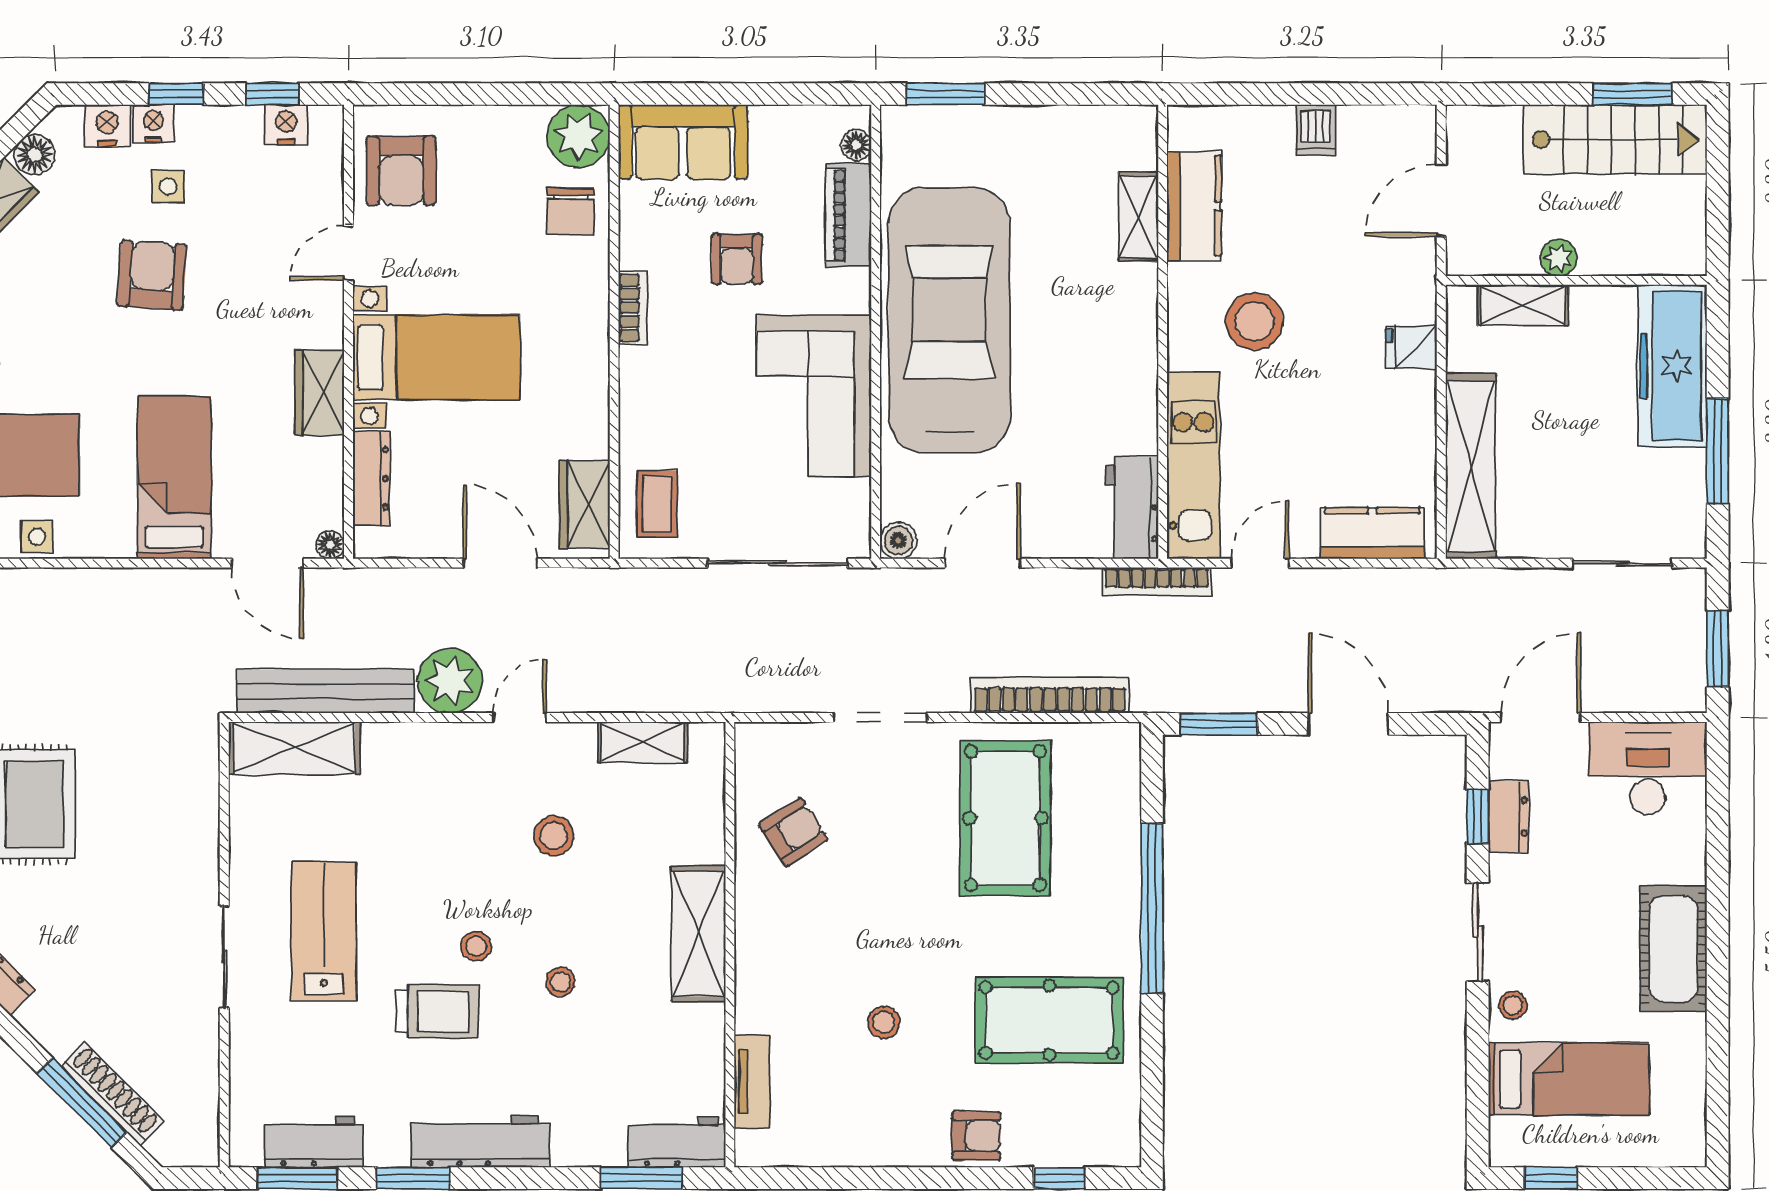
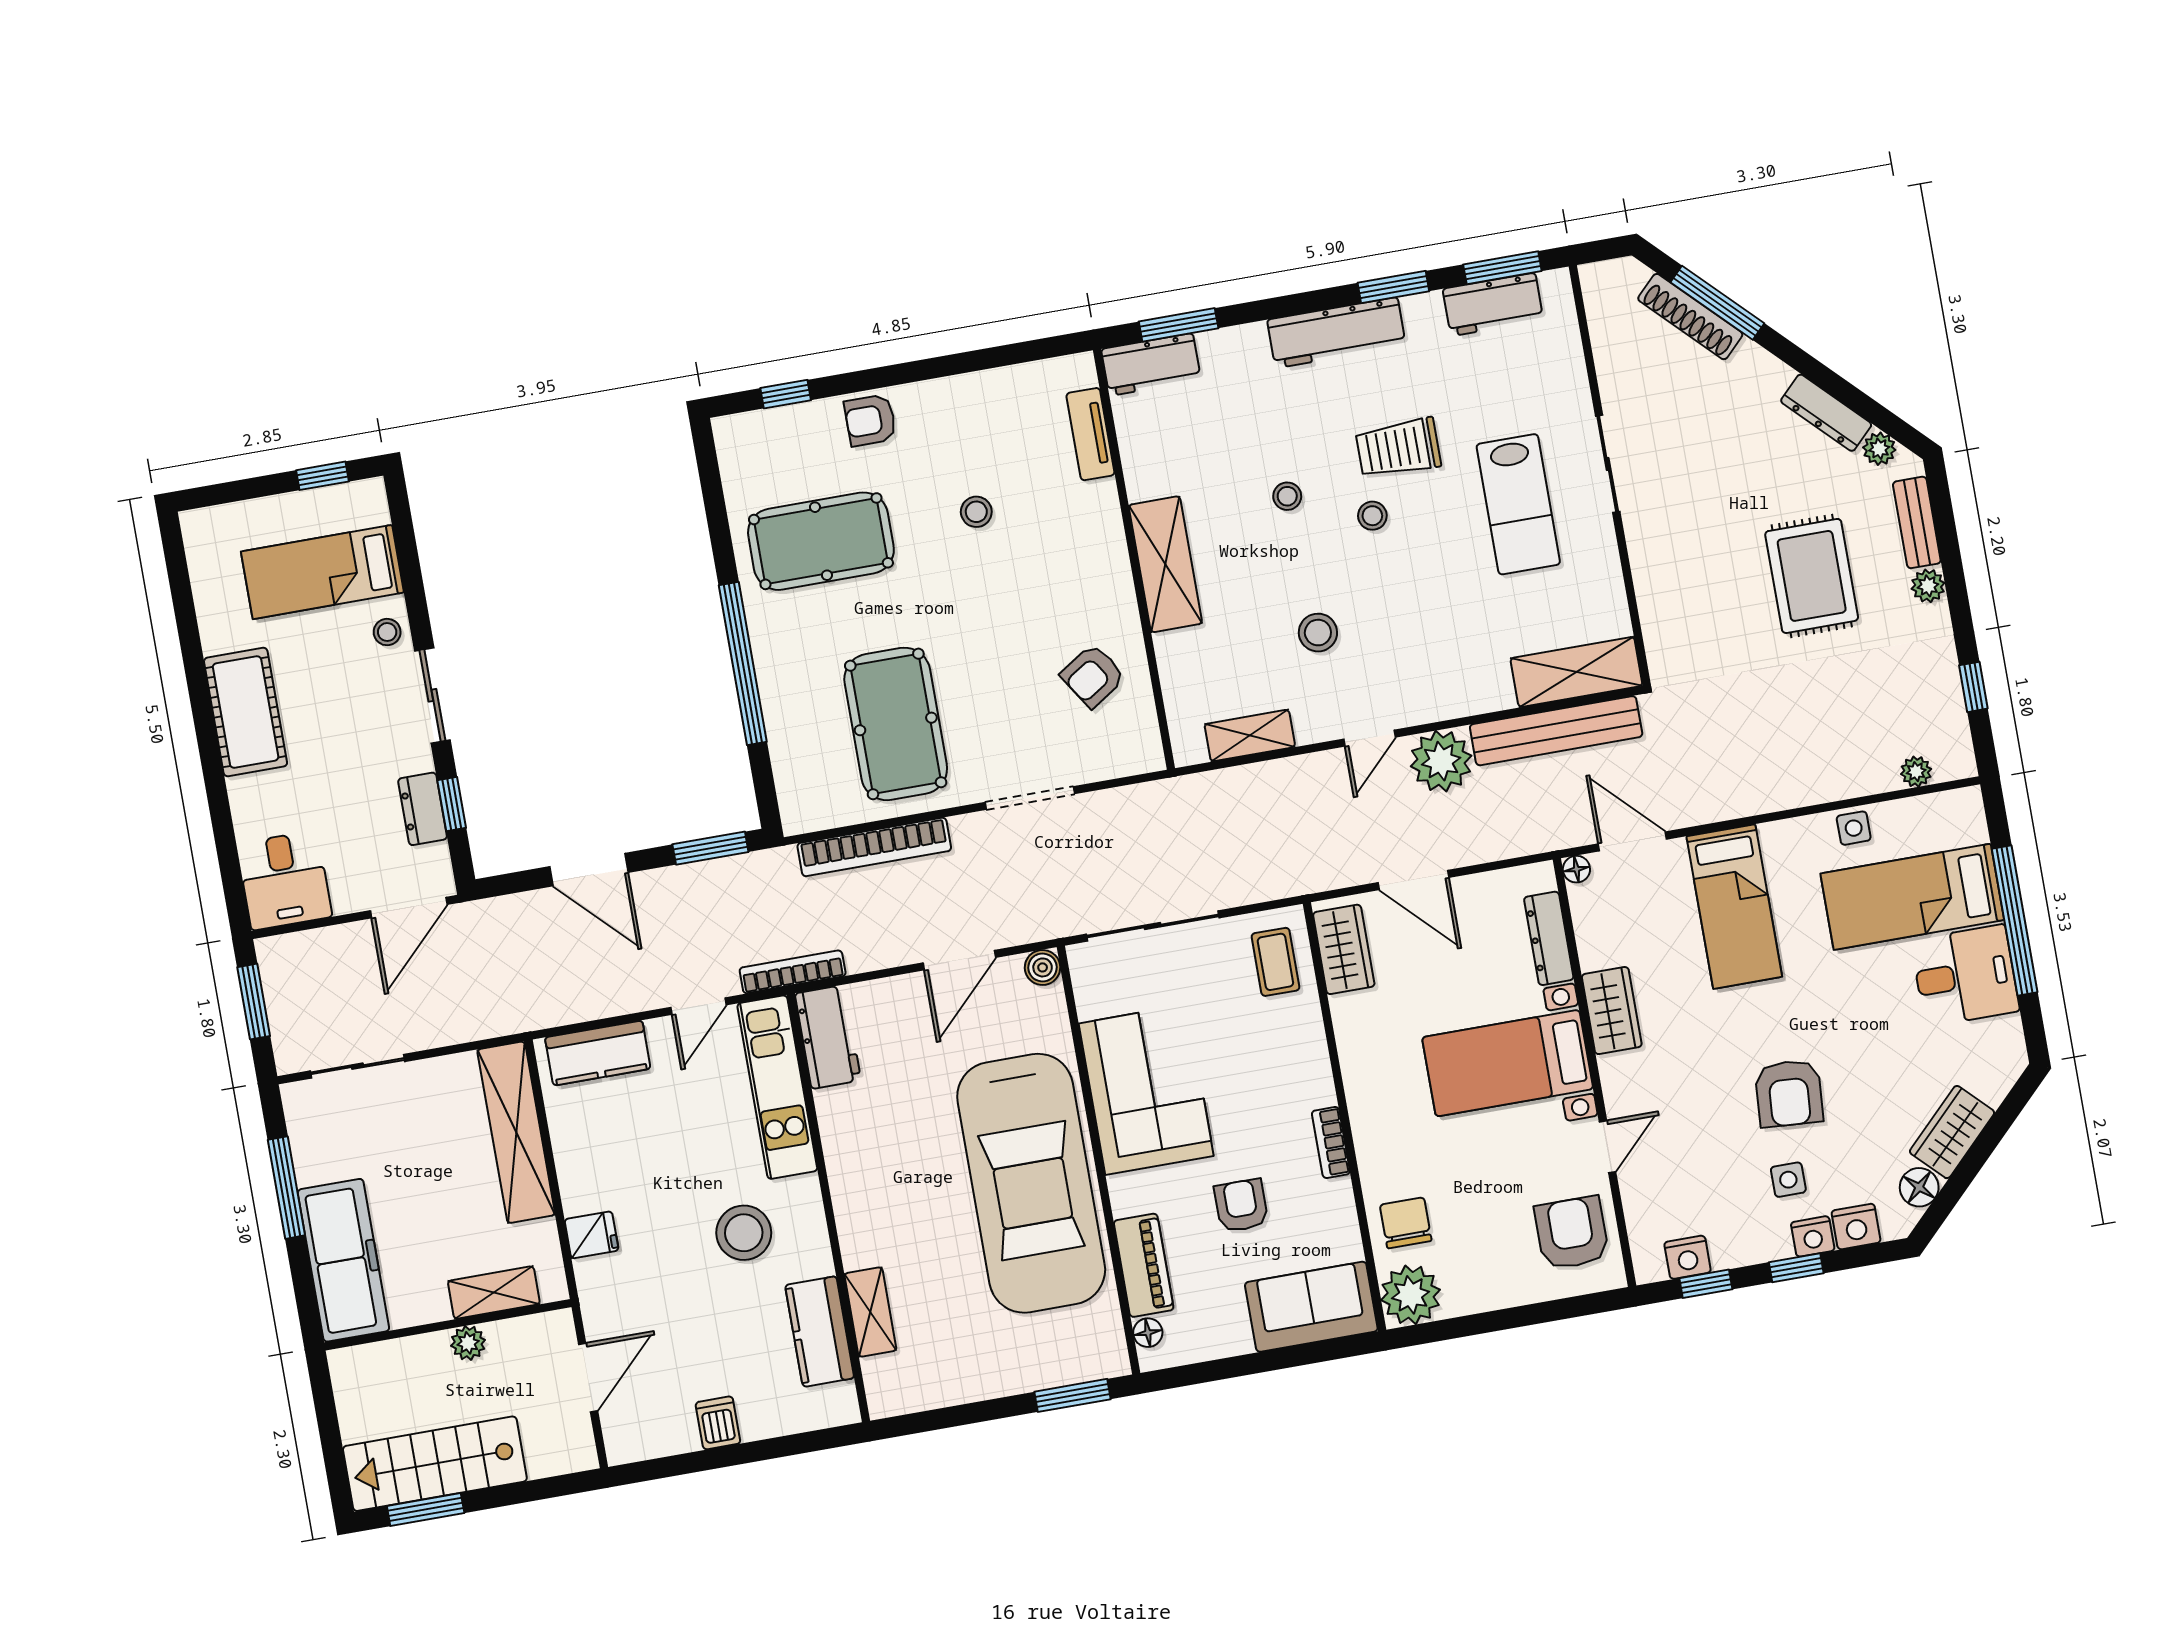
desk: (1648, 768) -> (284, 880), width x0.73

